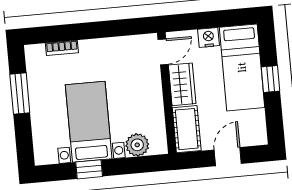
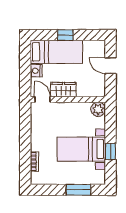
window: (20, 93) -> (78, 190), moved
cot: (187, 129) -> (91, 89), removed
plant: (137, 145) -> (98, 109), moved

